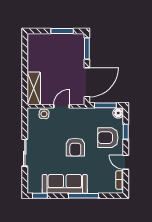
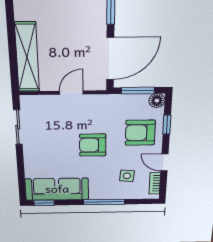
shelving: (34, 88) -> (27, 57), width x1.47
side table: (44, 114) -> (127, 176), moved
armchair: (75, 147) -> (93, 145), turned 90
sliding door: (25, 153) -> (18, 127), moved
sofa: (65, 184) -> (57, 189), moved

